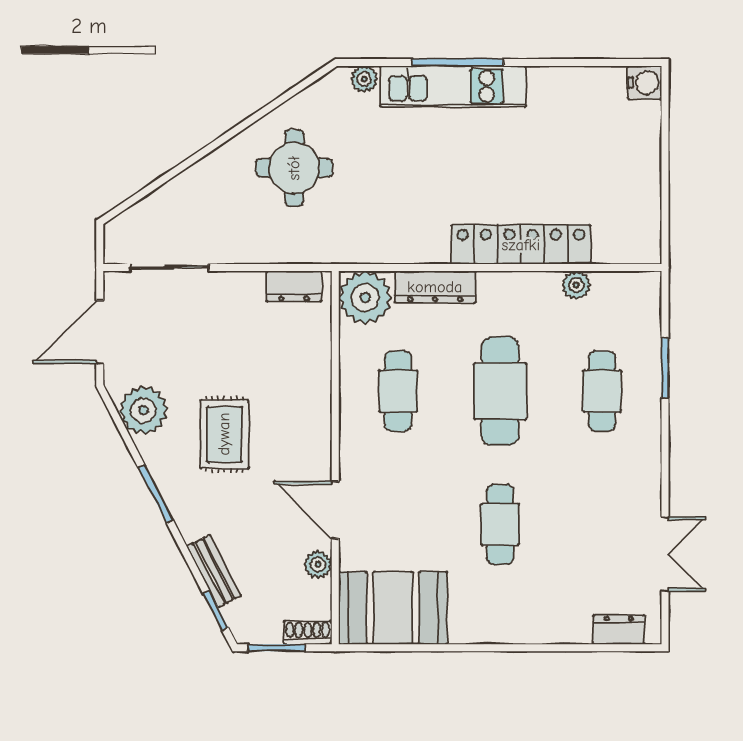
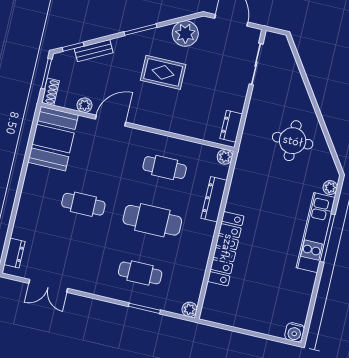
plant: (576, 285) -> (189, 309), moved
plant: (365, 298) -> (225, 157), width x0.53, depth x0.53

